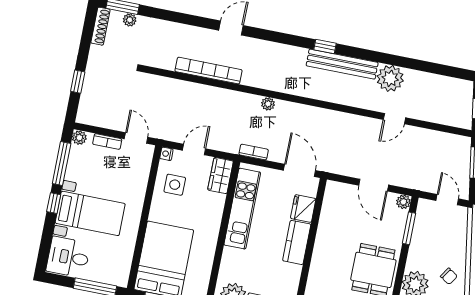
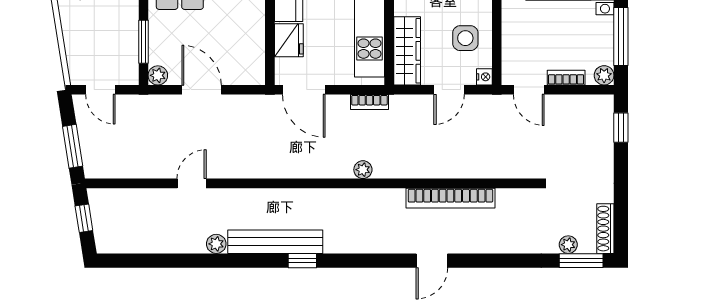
plant: (390, 78) -> (216, 244), width x0.53, depth x0.53
window: (78, 82) -> (621, 128), moved
wardrobe: (221, 176) -> (407, 51), width x1.50

